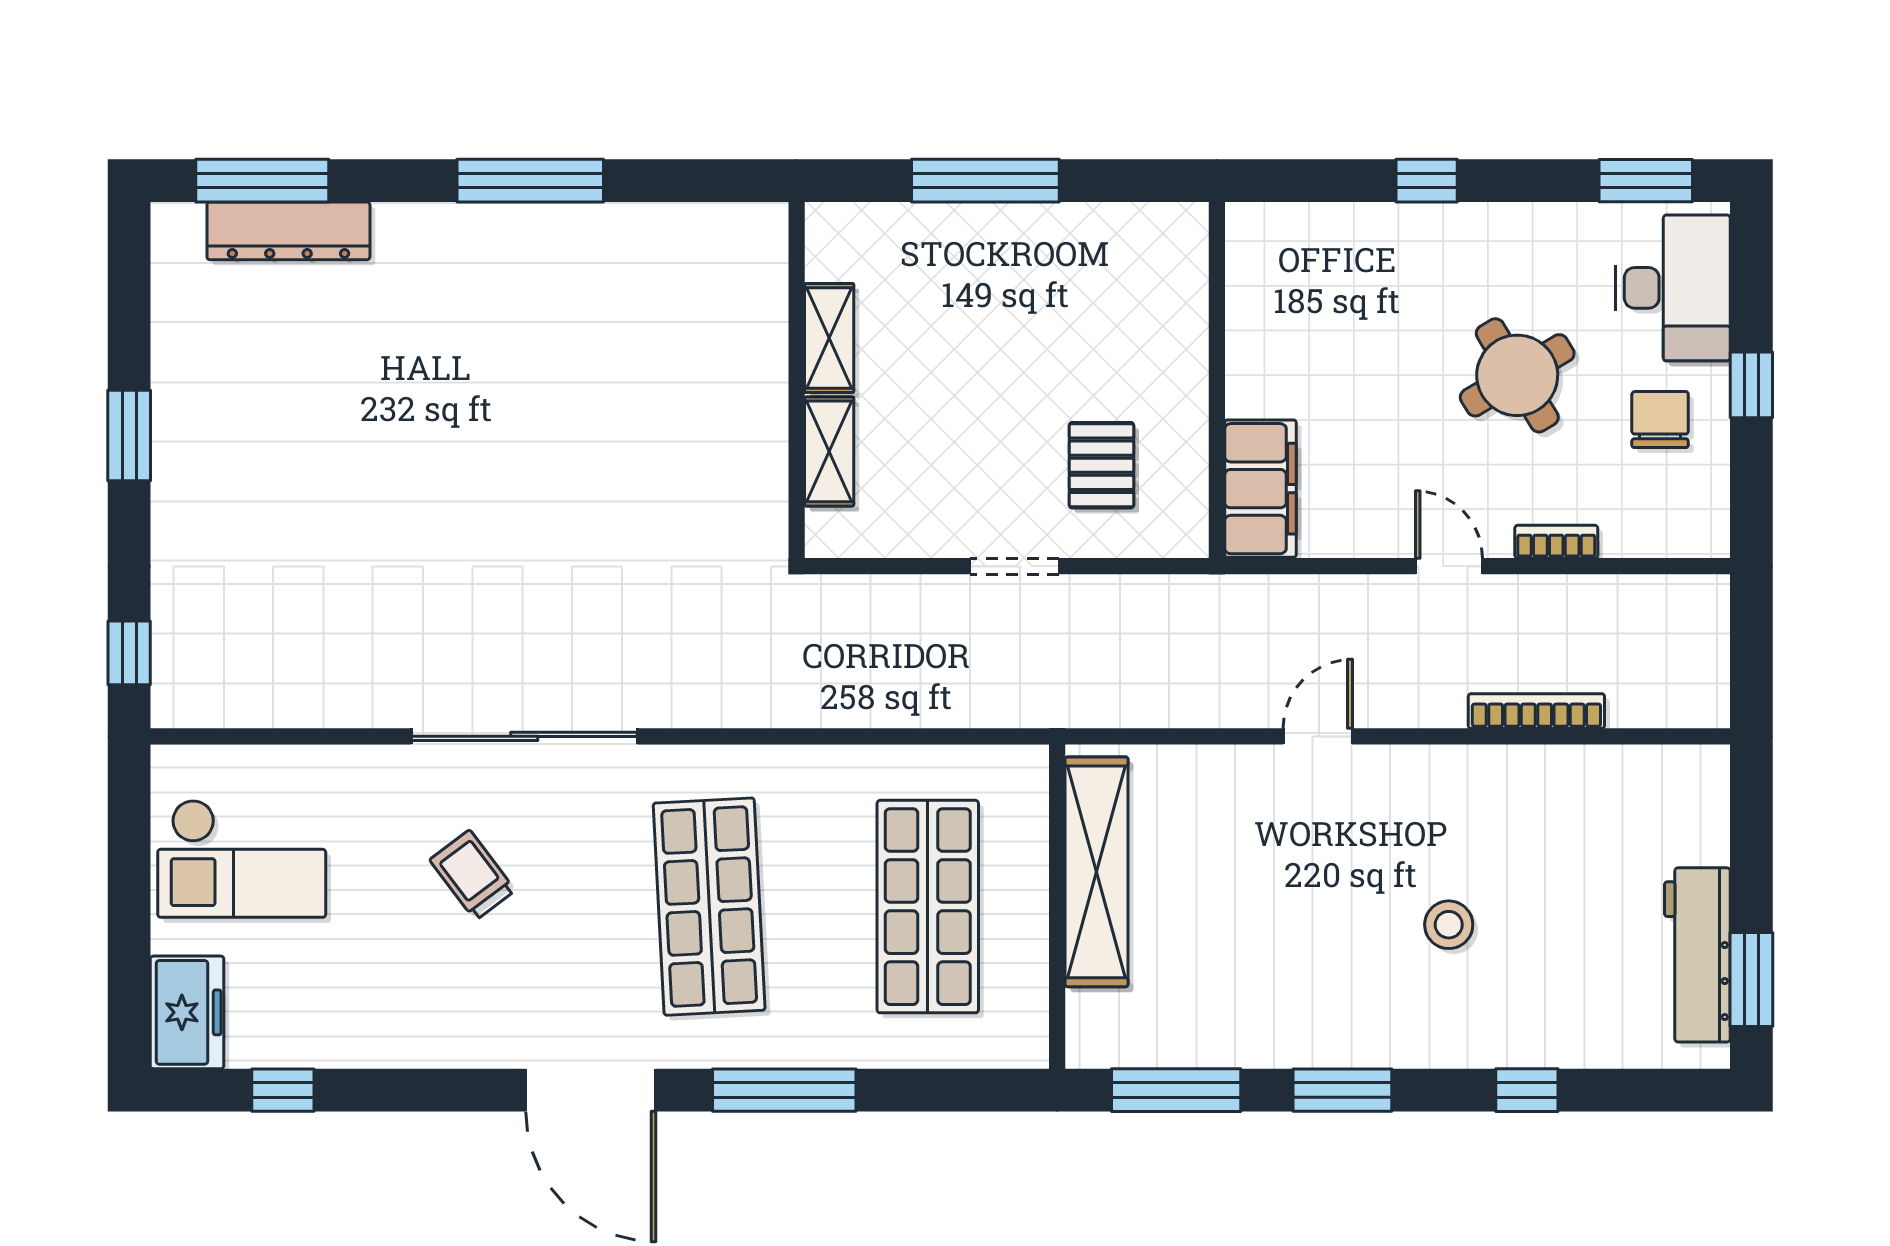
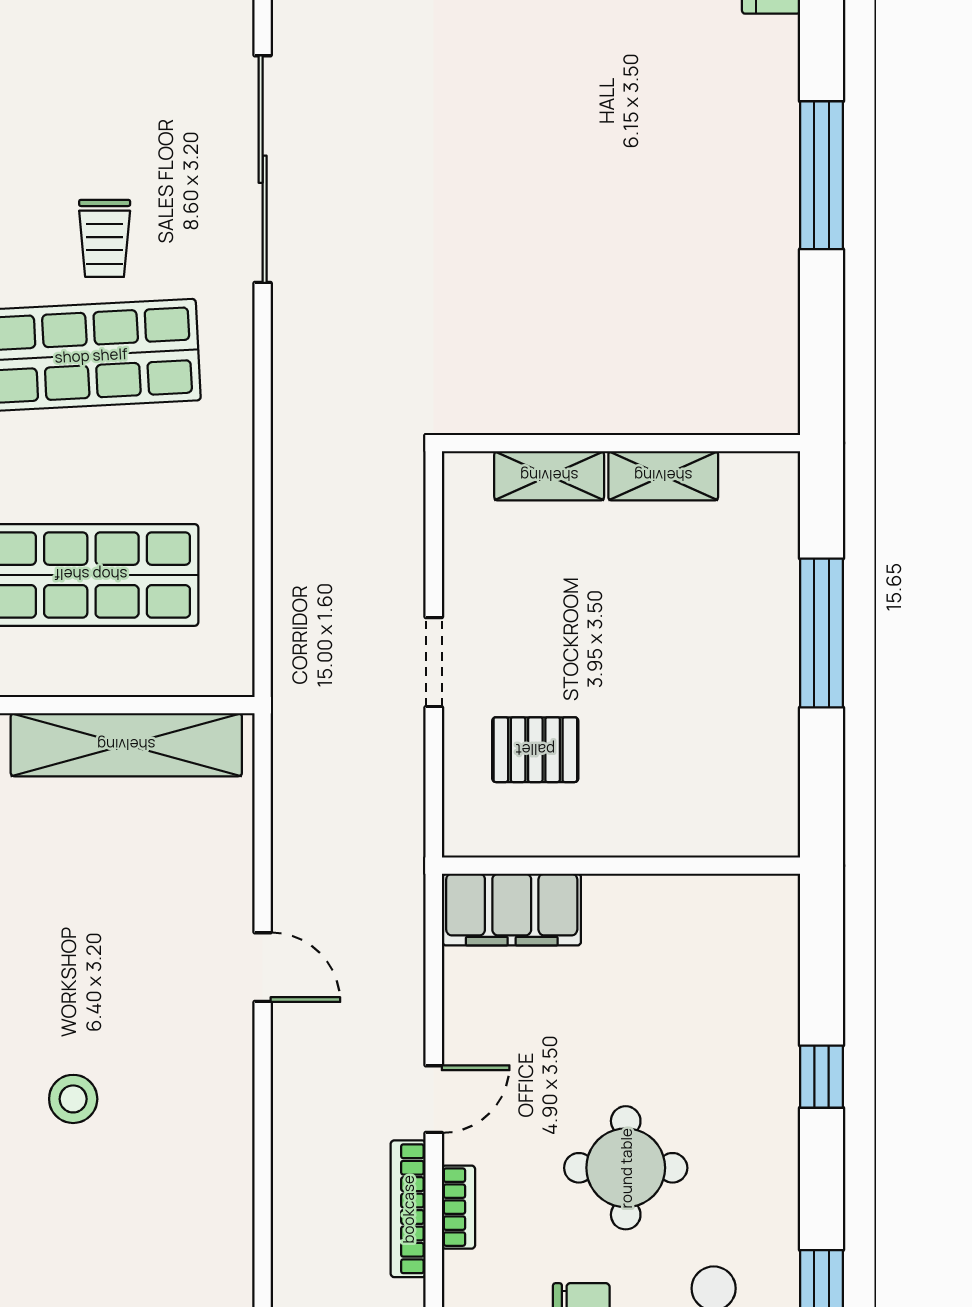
round table: (1517, 375) -> (626, 1168), turned 31
bookcase: (1536, 711) -> (408, 1209), moved, turned 180
trolley: (472, 875) -> (105, 238), moved, turned 127

